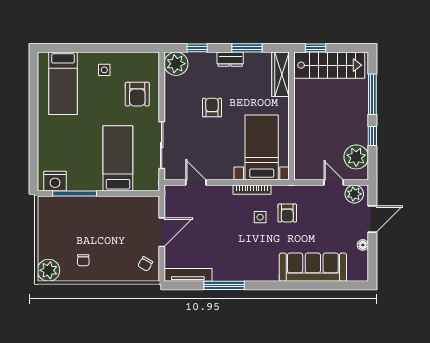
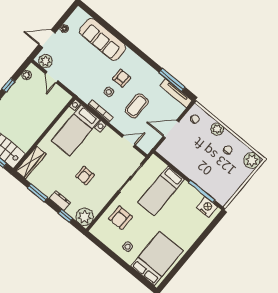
dresser: (230, 59) -> (60, 201), moved
bed: (63, 83) -> (157, 258), width x1.50
armchair: (137, 94) -> (120, 218), turned 180
plant: (356, 157) -> (27, 75), width x0.53, depth x0.53
door: (196, 182) -> (129, 141), swing flipped
armchair: (287, 213) -> (122, 78), moved
coffee table: (218, 227) -> (137, 106), added
plant: (113, 273) -> (217, 129), added
window: (224, 285) -> (172, 80), moved

